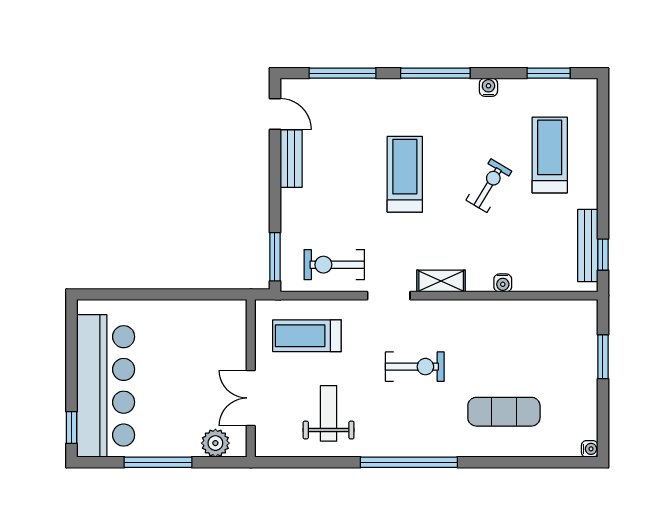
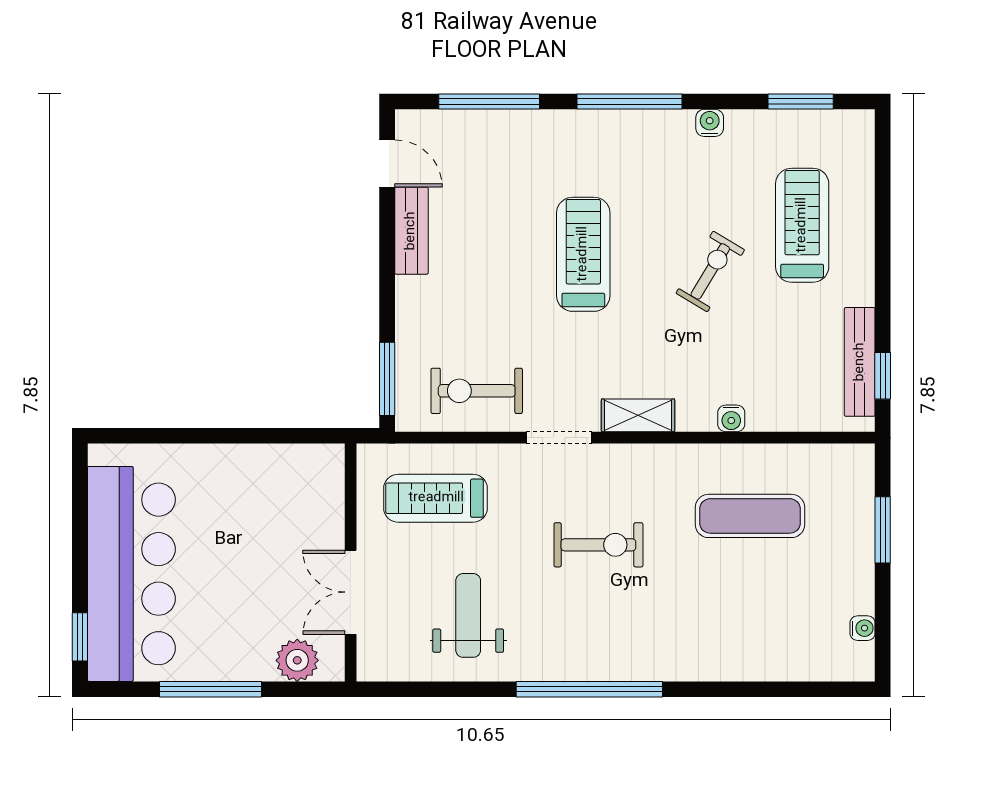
exercise mat: (504, 412) -> (750, 516), moved
water cooler: (590, 449) -> (863, 628), moved

